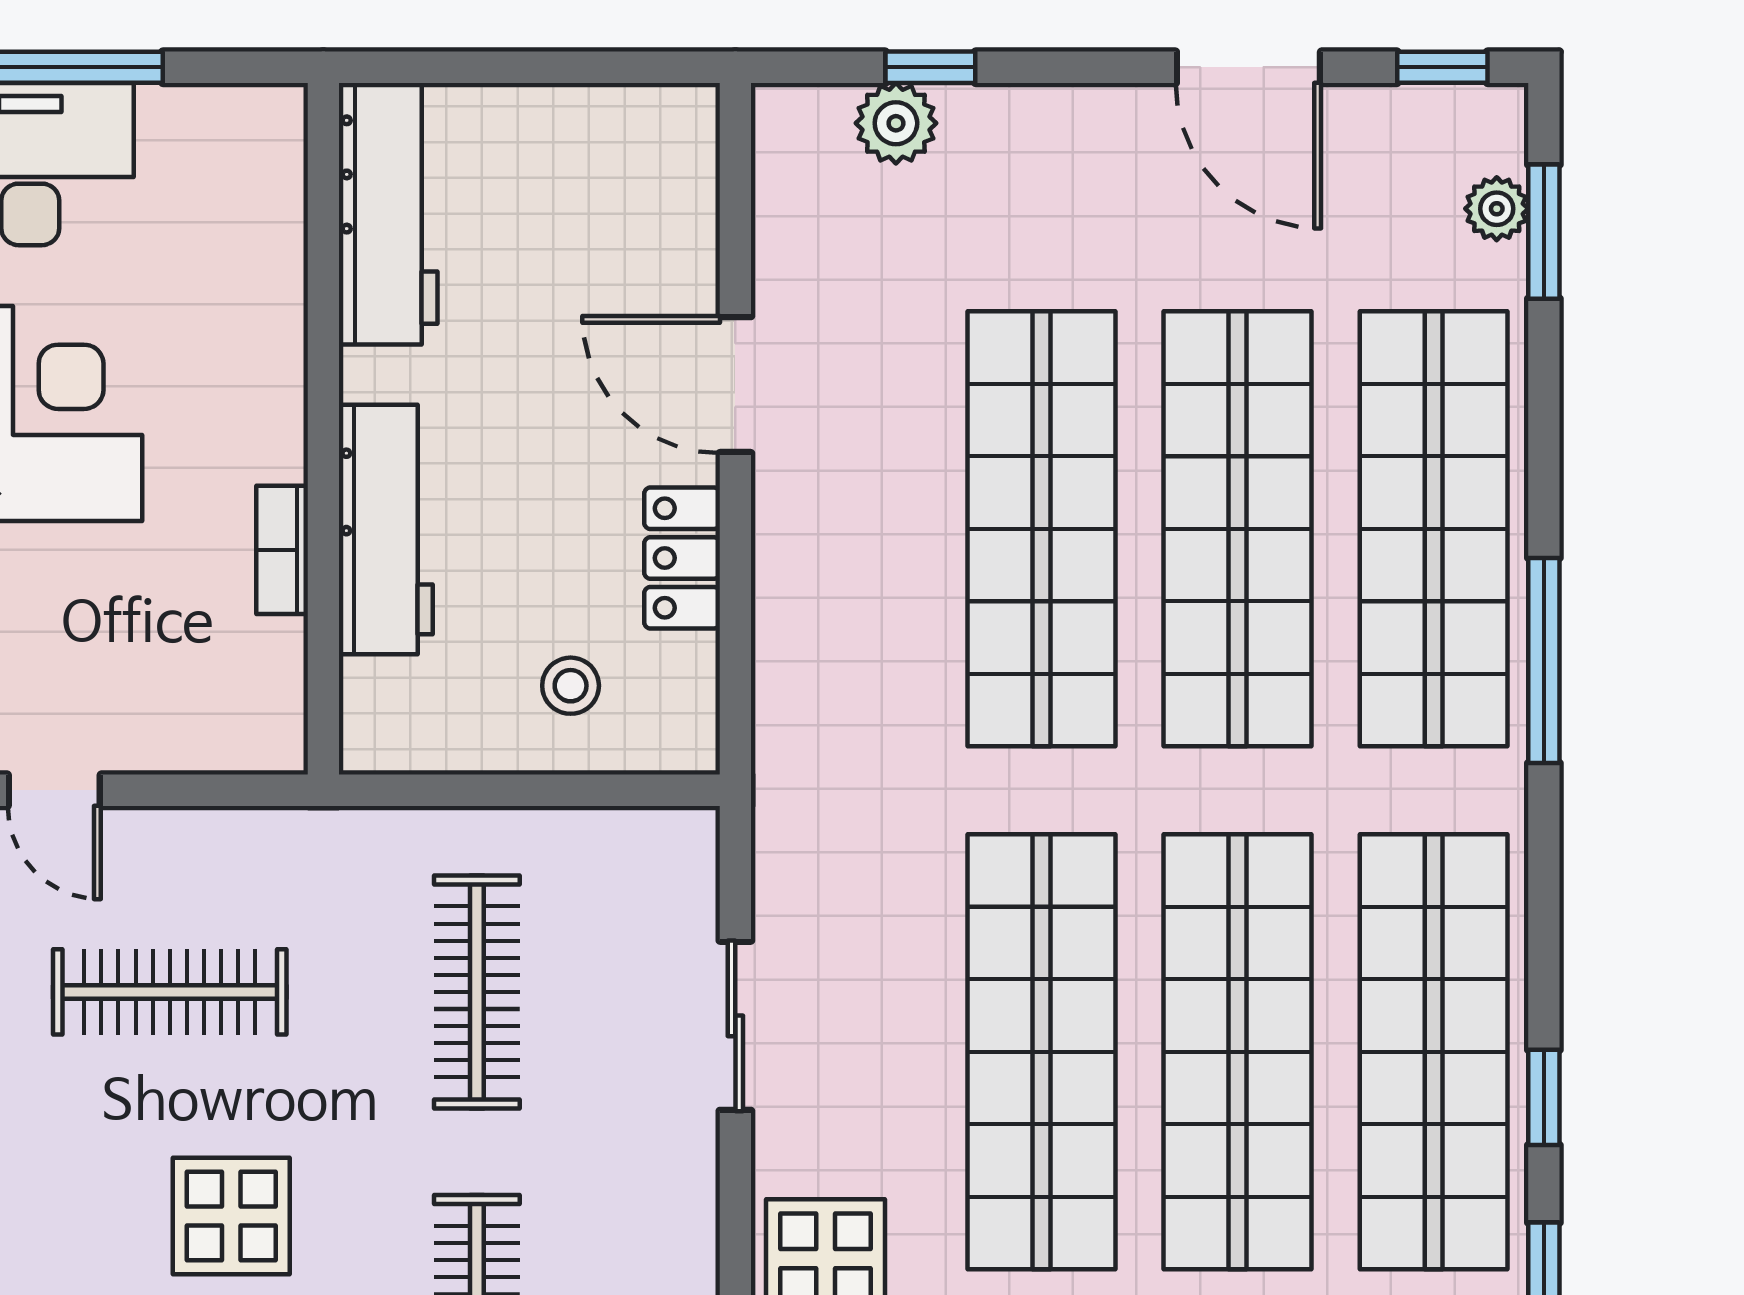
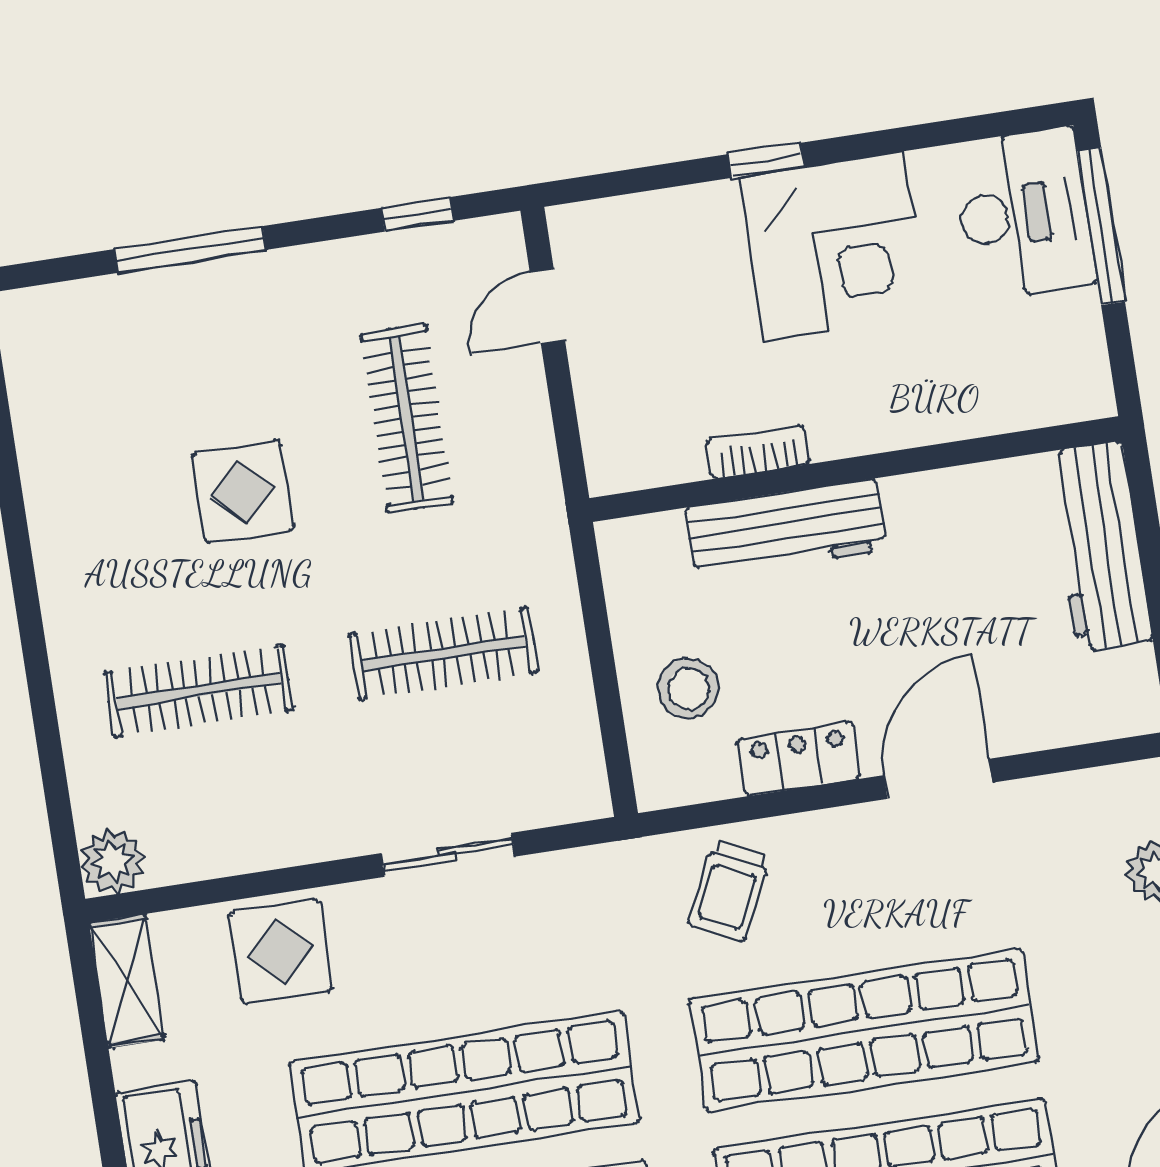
workbench: (388, 214) -> (1100, 546), moved, turned 90
trolley: (837, 674) -> (729, 891), added
stool: (571, 686) -> (688, 689), width x1.37, depth x1.37

